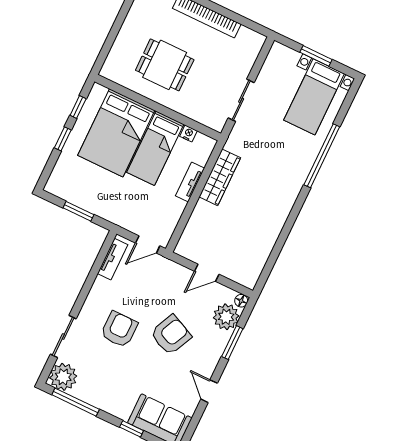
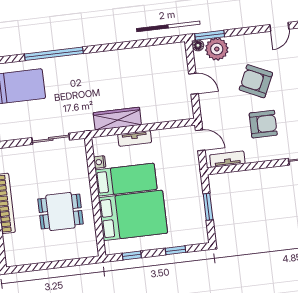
dining table: (165, 65) -> (60, 212), turned 90
window: (63, 139) -> (176, 250), moved
armchair: (119, 329) -> (263, 124), moved, turned 180
window: (232, 343) -> (210, 35), moved

